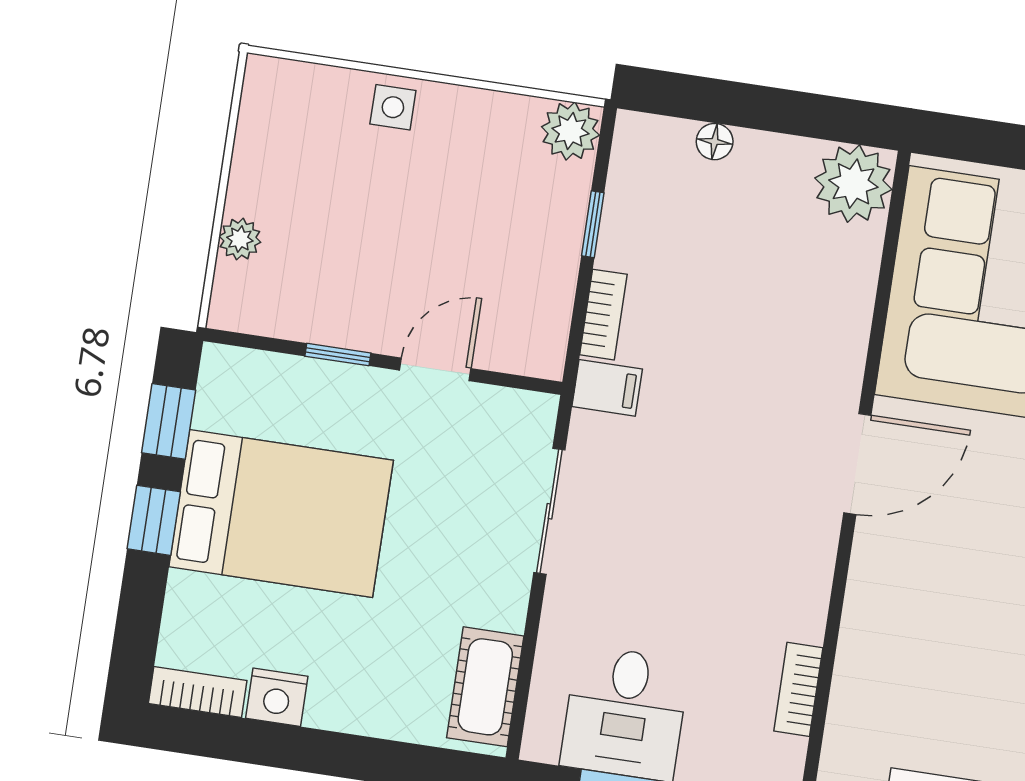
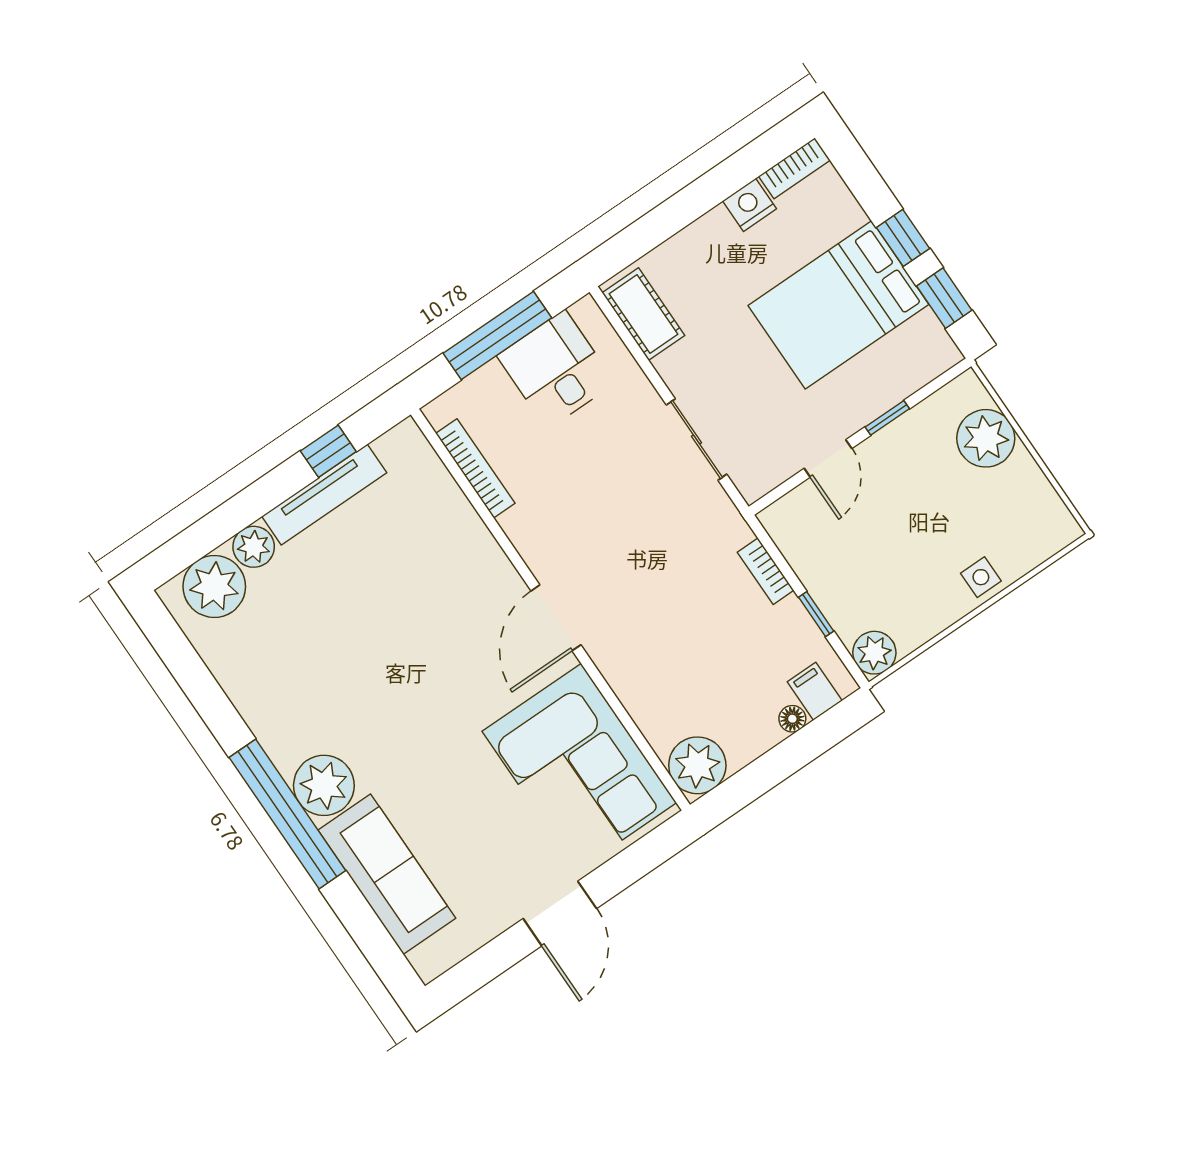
plant: (240, 239) -> (986, 438), width x1.87, depth x1.87
filing cabinet: (607, 388) -> (815, 691), moved, turned 90
bookcase: (798, 689) -> (475, 468), width x1.56

